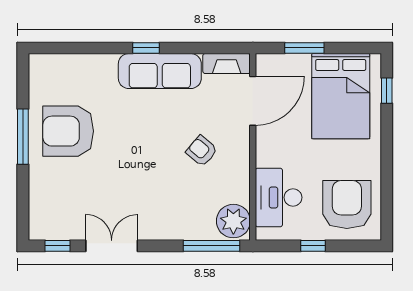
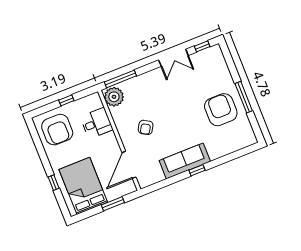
fireplace: (227, 64) -> (151, 179), removed
window: (387, 91) -> (54, 183), moved
armchair: (68, 131) -> (221, 110), turned -90
armchair: (202, 151) -> (146, 127), turned 80
desk: (279, 197) -> (97, 123), width x0.73

